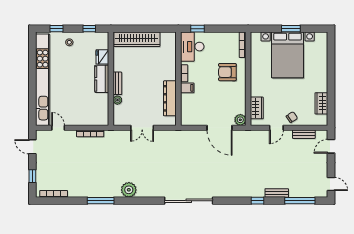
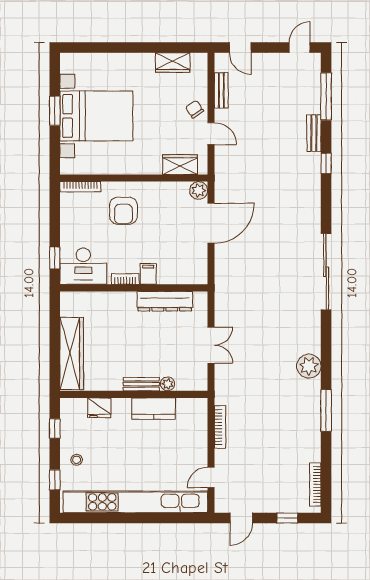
kitchen counter: (102, 79) -> (153, 409), moved

